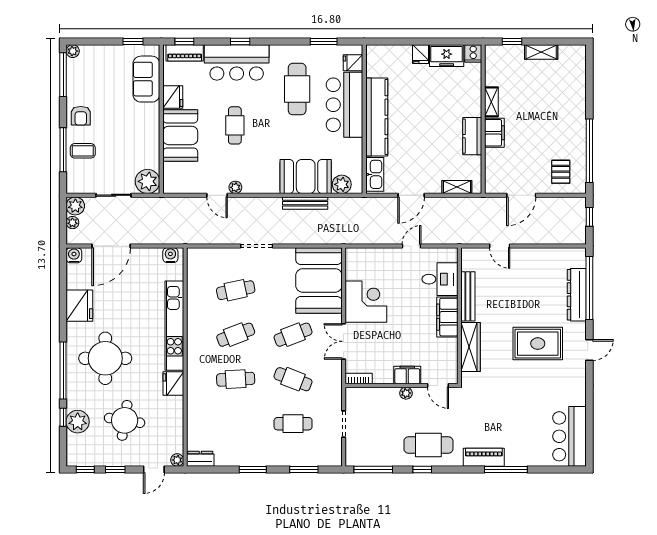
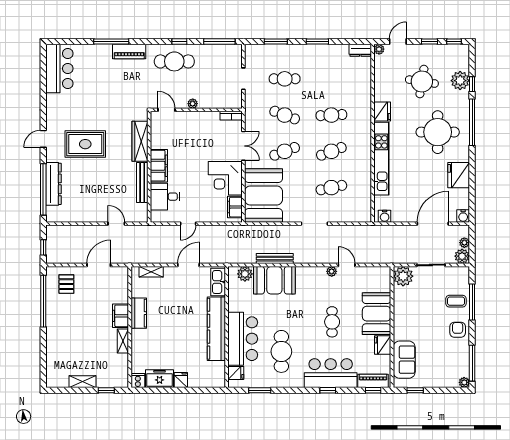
filing cabinet: (407, 375) -> (235, 207), moved, turned 90

